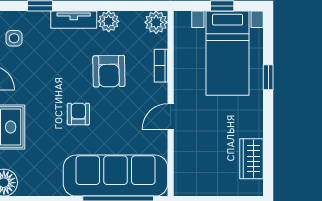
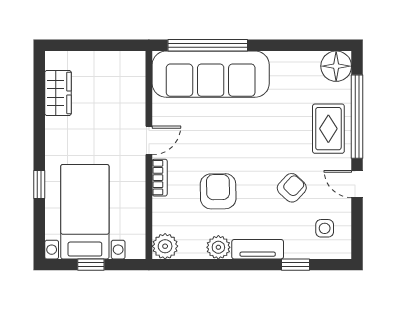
bookcase: (161, 66) -> (160, 178), moved
armchair: (78, 114) -> (292, 188), moved, turned -137

